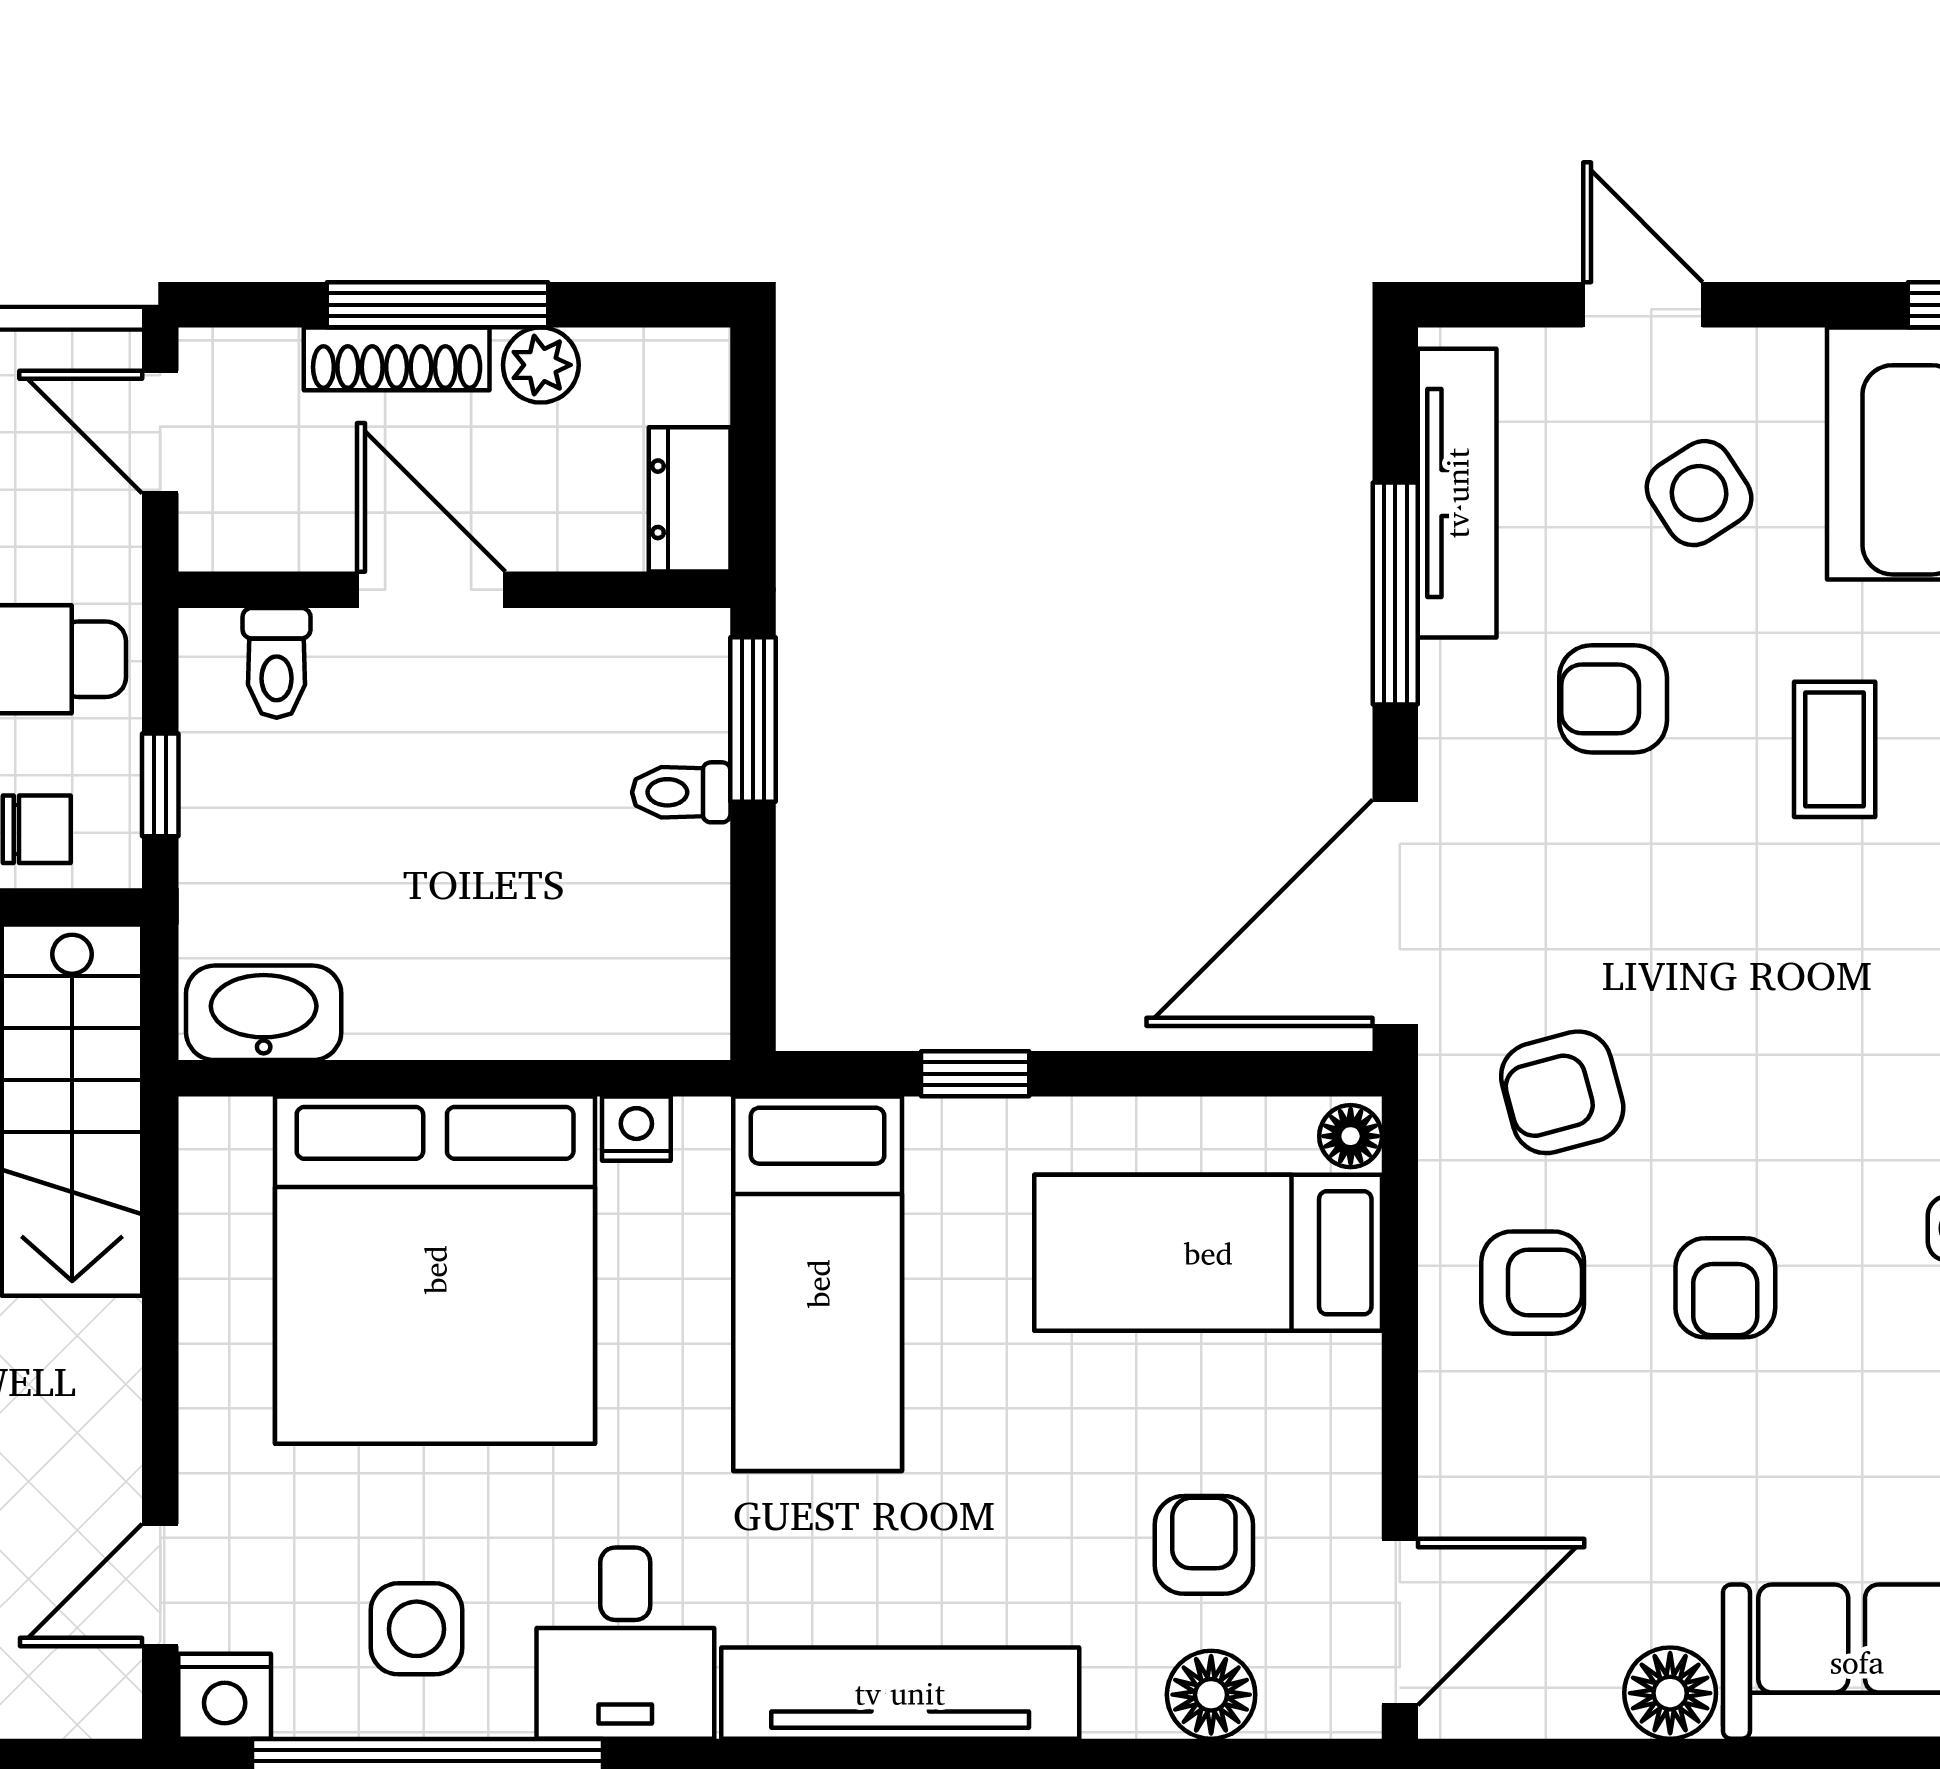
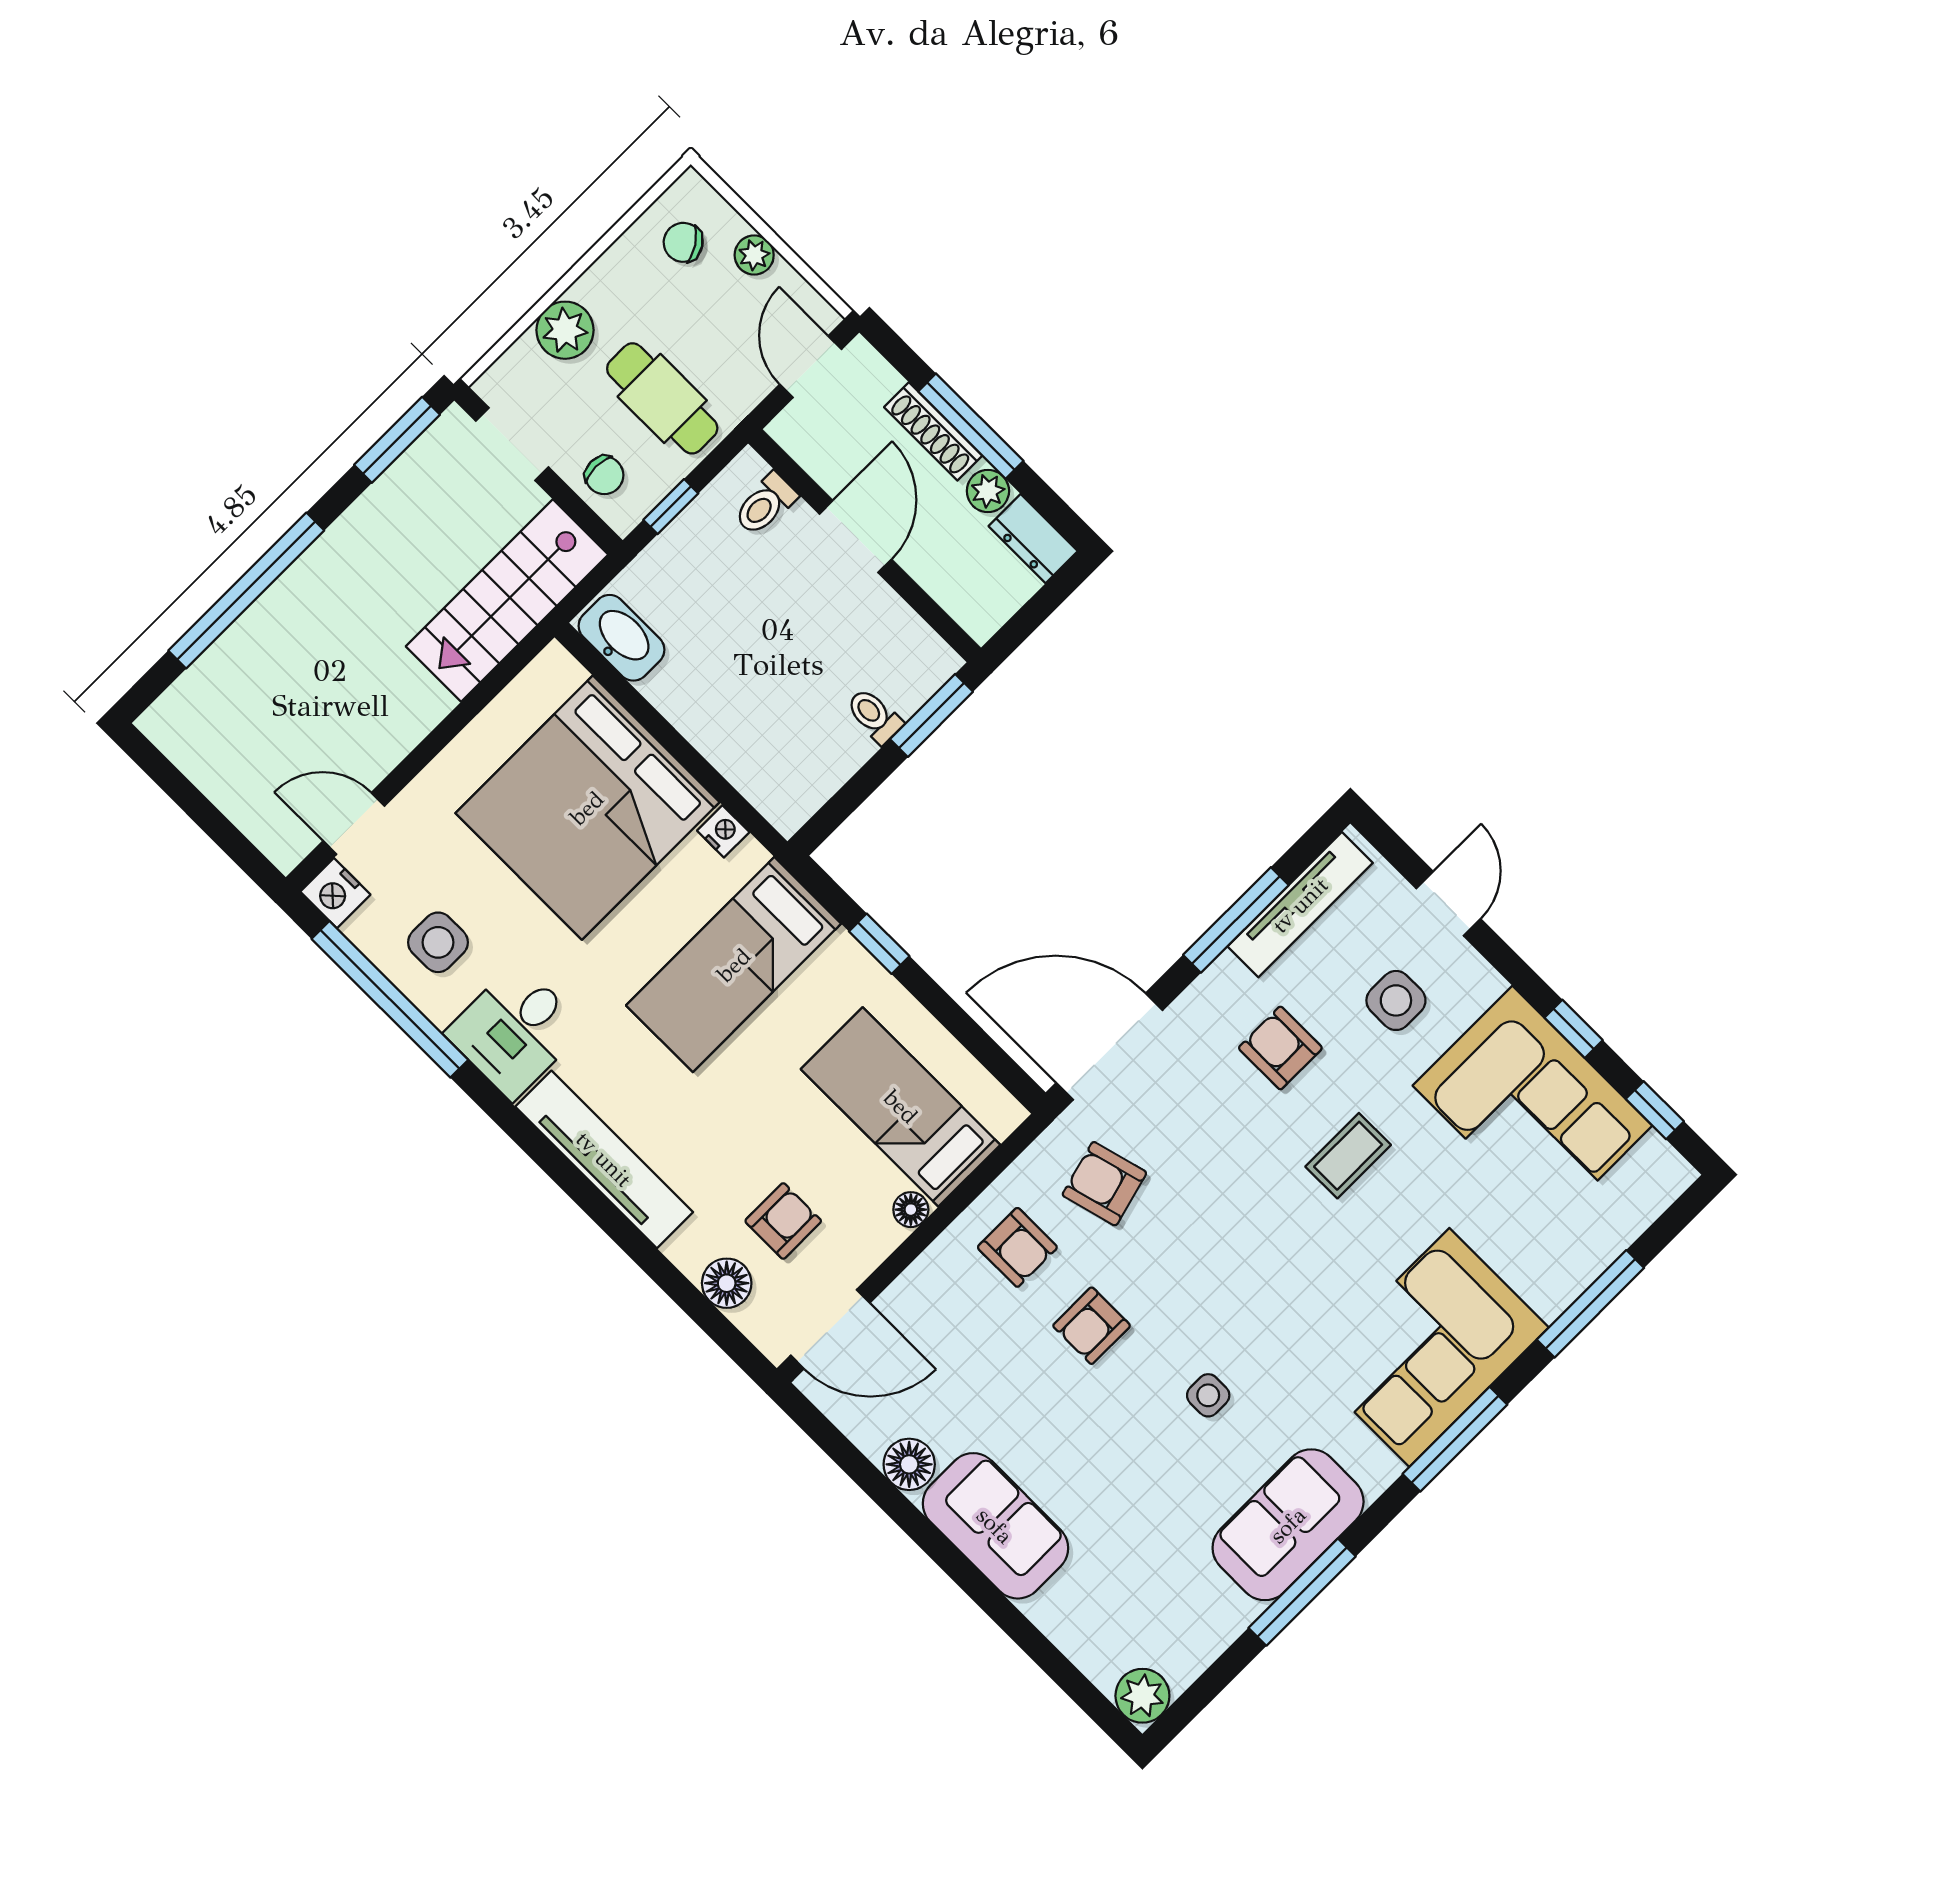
side table: (1699, 493) -> (1396, 1000), turned 33
dresser: (690, 499) -> (1033, 539), moved, turned -90
floor lamp: (1351, 1136) -> (911, 1210), moved

